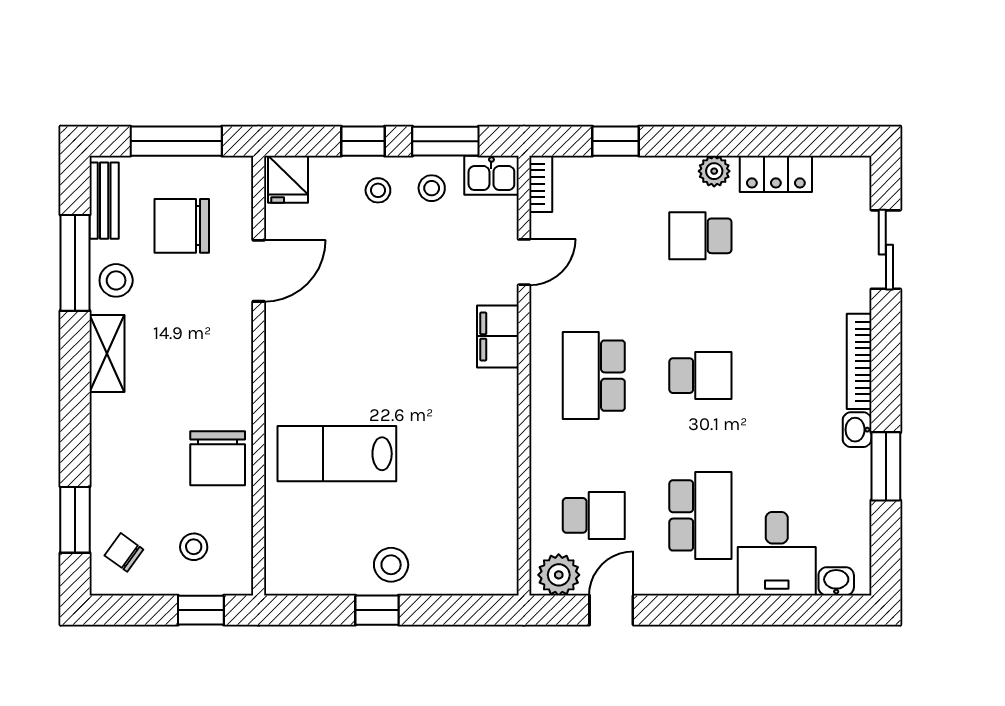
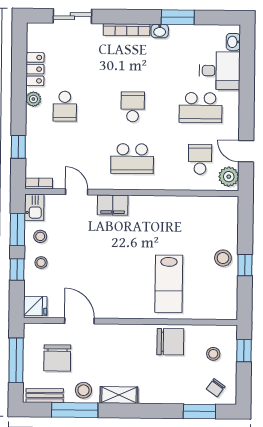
school desk: (700, 515) -> (201, 108), turned 180

